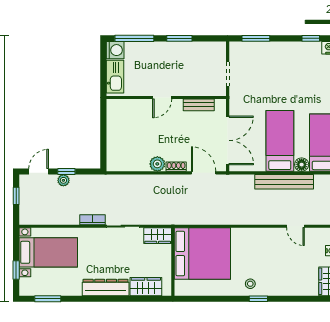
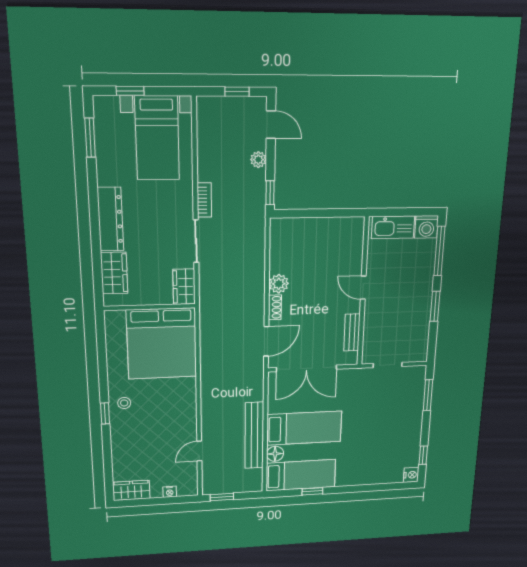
window: (66, 171) -> (270, 193), moved

